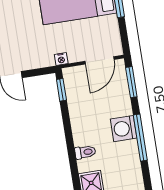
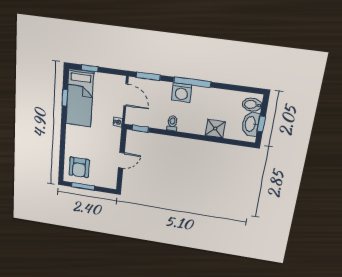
toilet: (85, 152) -> (172, 123), moved

